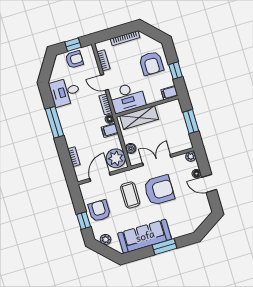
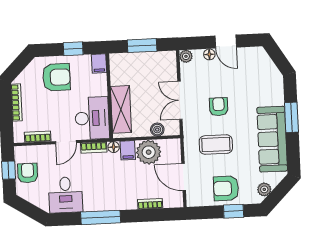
plant: (116, 158) -> (149, 152), moved
door: (209, 183) -> (226, 42), hinge flipped
armchair: (159, 190) -> (219, 107), width x0.53, depth x0.53

